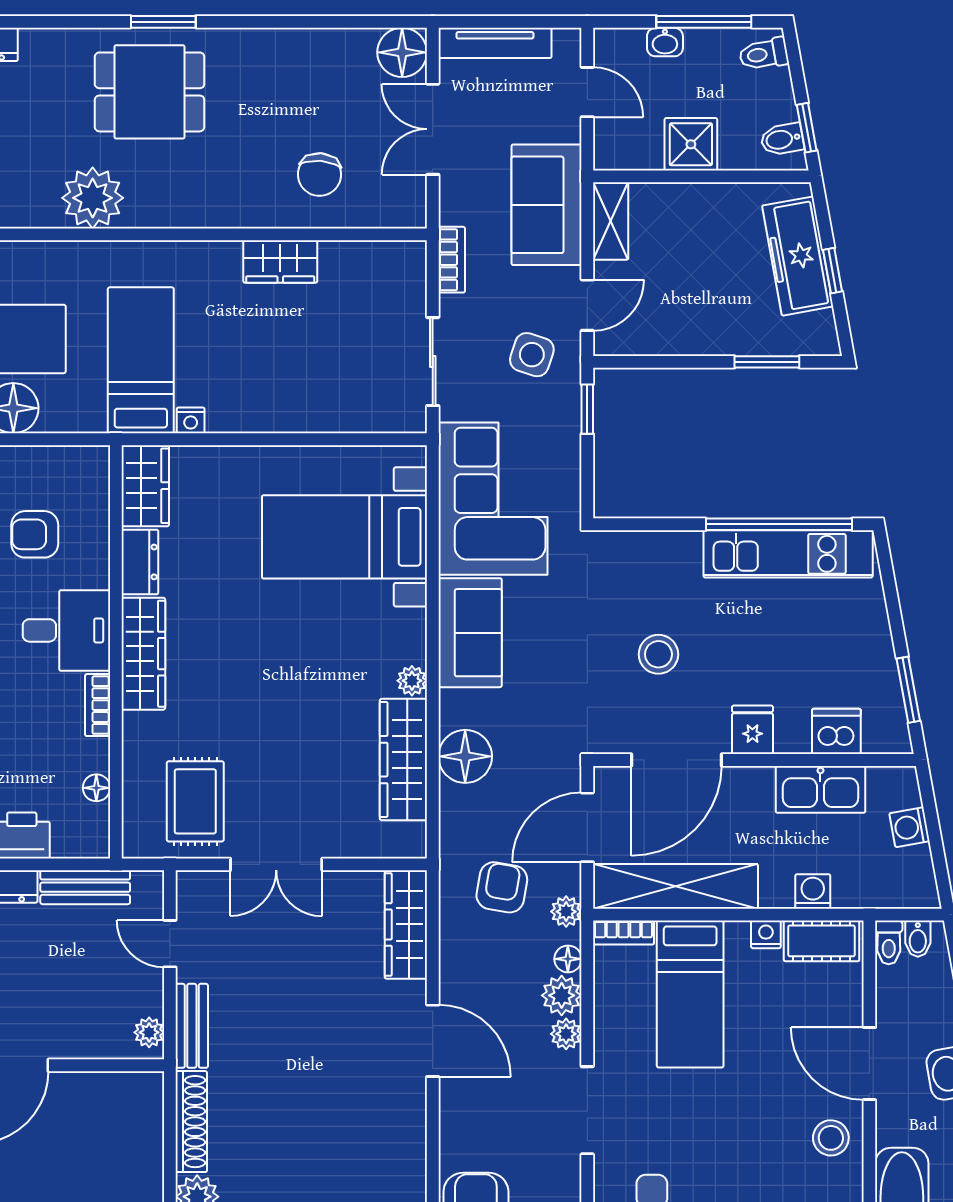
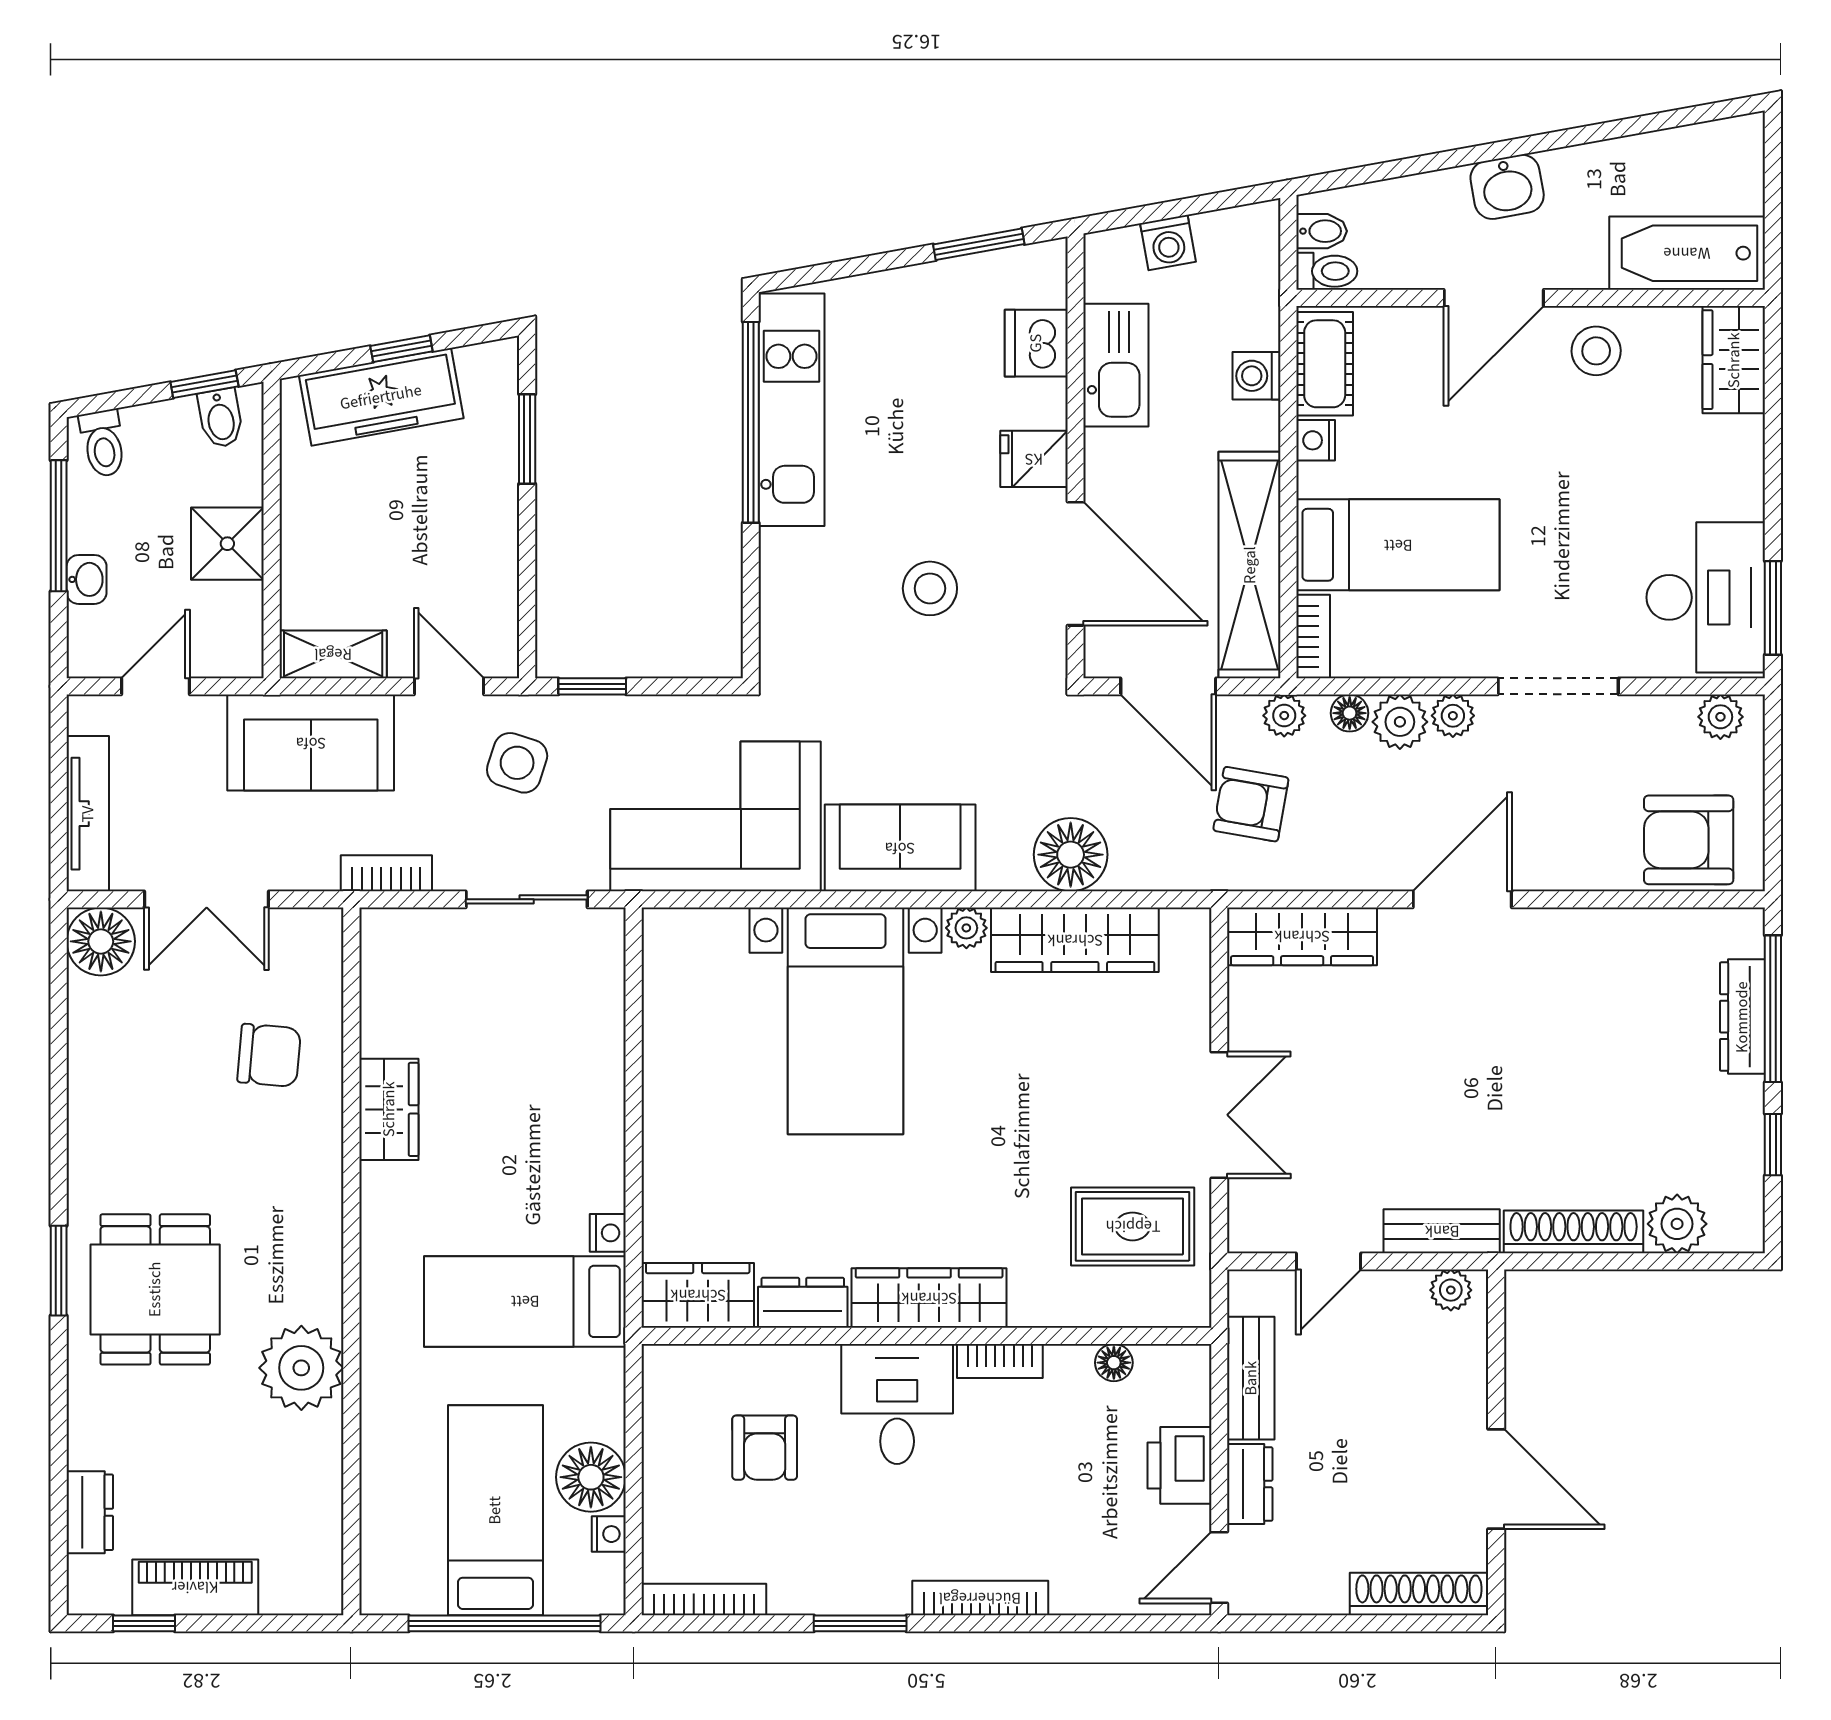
bed with nightstands: (344, 537) -> (846, 1021), moved

